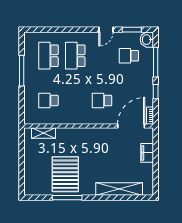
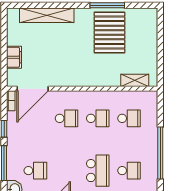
school desk: (48, 56) -> (129, 171), width x0.54
window: (22, 71) -> (160, 153), width x1.46
school desk: (75, 100) -> (98, 118), added

